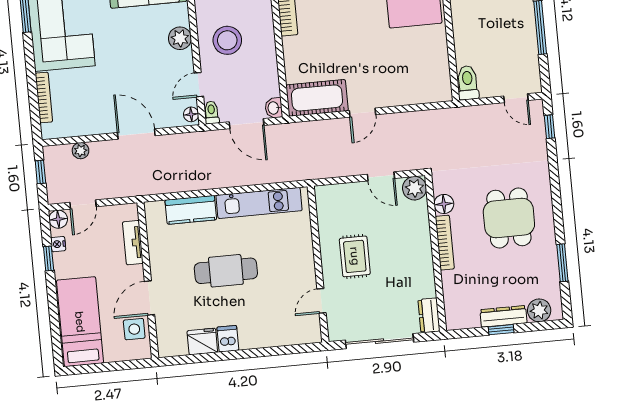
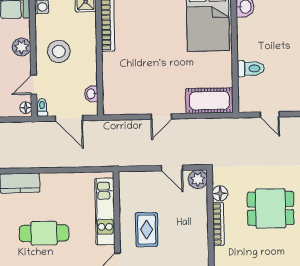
toilet: (468, 83) -> (251, 68), moved, turned 90
cot: (317, 98) -> (209, 101), moved
door: (516, 98) -> (270, 114), moved
washbasin: (274, 108) -> (91, 94), moved
kitchen unit: (259, 203) -> (105, 211), moved, turned 90
dining table: (509, 218) -> (271, 208), turned 90

